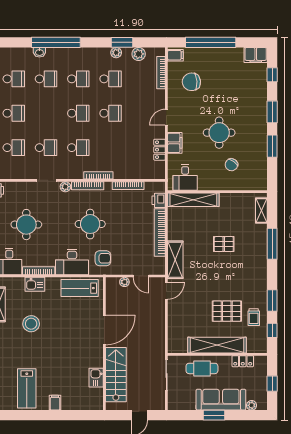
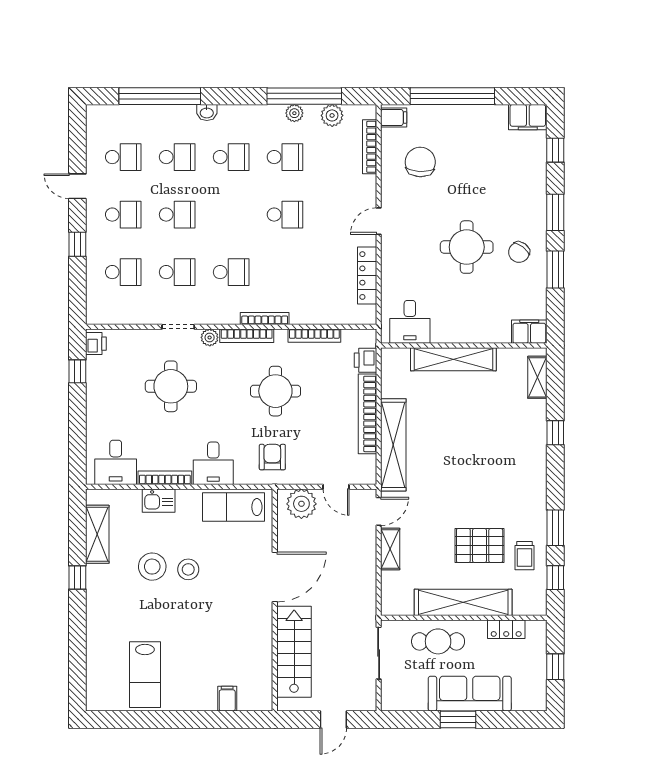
window: (56, 42) -> (160, 96), moved
window: (122, 42) -> (304, 96), width x2.11
washbasin: (39, 52) -> (207, 113), moved
chair: (191, 82) -> (420, 162), turned 97
school desk: (78, 113) -> (177, 215), moved
filing cabinet: (175, 143) -> (529, 332), moved, turned -90
locker: (160, 150) -> (367, 276), width x1.53
chair: (231, 165) -> (519, 252), moved
shelving: (193, 200) -> (453, 359), moved
round table: (90, 224) -> (275, 391), moved
round table: (26, 225) -> (171, 386), moved
pallet: (224, 244) -> (475, 433), removed
window: (272, 244) -> (555, 433), width x0.46
armchair: (103, 258) -> (272, 457), turned -90
shelving: (175, 260) -> (393, 445), width x1.47
desk: (72, 262) -> (213, 463), width x0.73
plant: (124, 282) -> (301, 504), width x1.87, depth x1.87
shelving: (173, 313) -> (390, 549), added
stool: (53, 325) -> (188, 569), added
kitchen sink: (96, 378) -> (261, 657), removed
filing cabinet: (55, 403) -> (227, 699), moved
plant: (252, 405) -> (521, 703), removed

